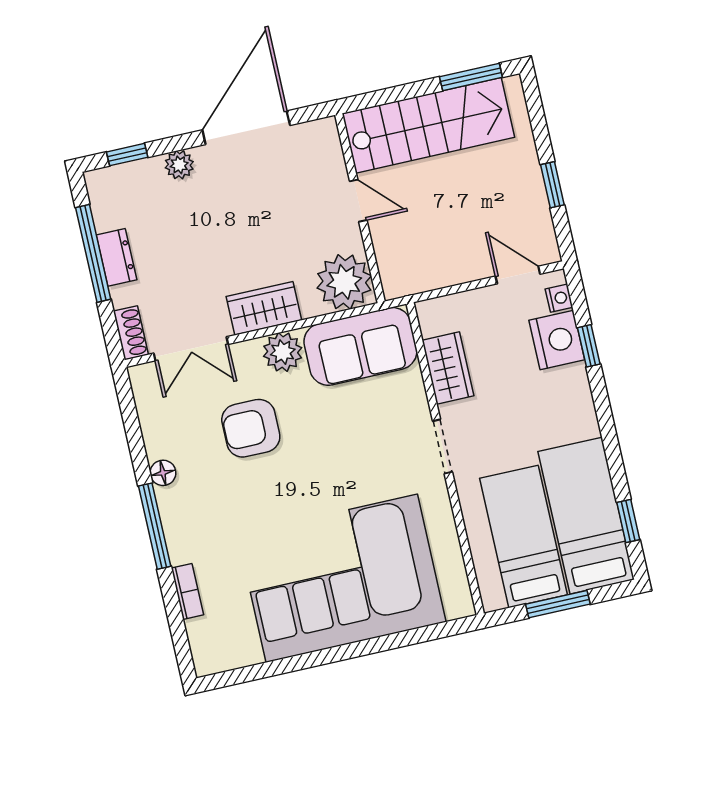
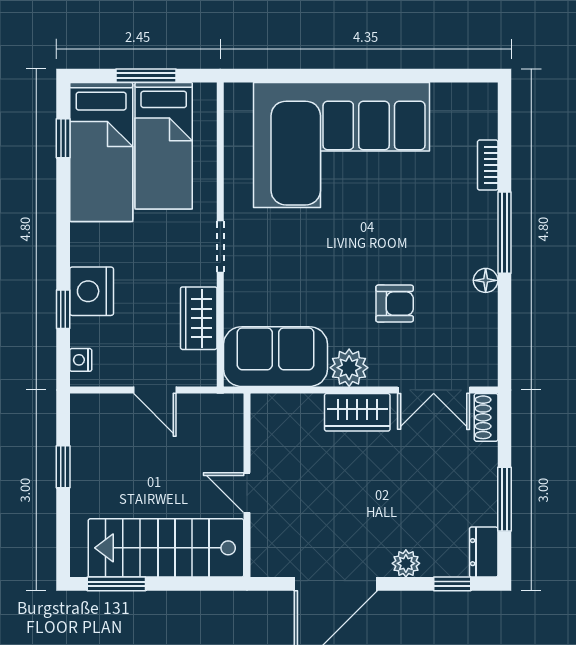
window: (93, 253) -> (504, 499), width x0.69
dresser: (116, 257) -> (484, 552), moved
door: (518, 275) -> (155, 390), moved
plant: (344, 282) -> (277, 420), removed
nightstand: (557, 340) -> (92, 291), moved
double door: (191, 349) -> (434, 390), swing flipped
armchair: (251, 428) -> (395, 304), width x0.72, depth x0.72

